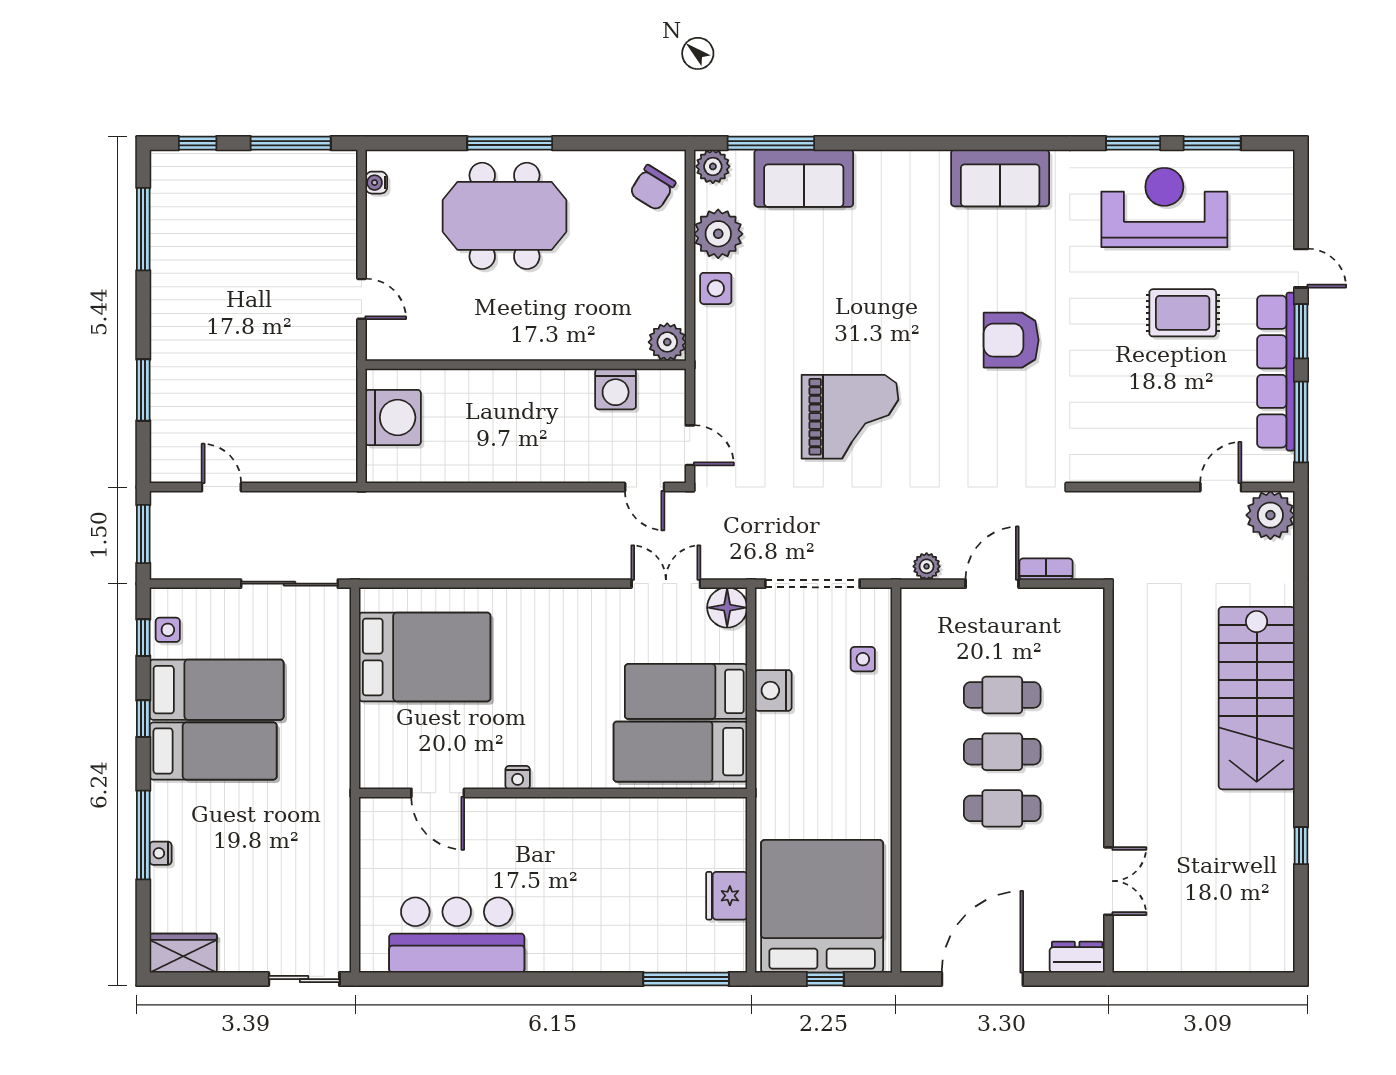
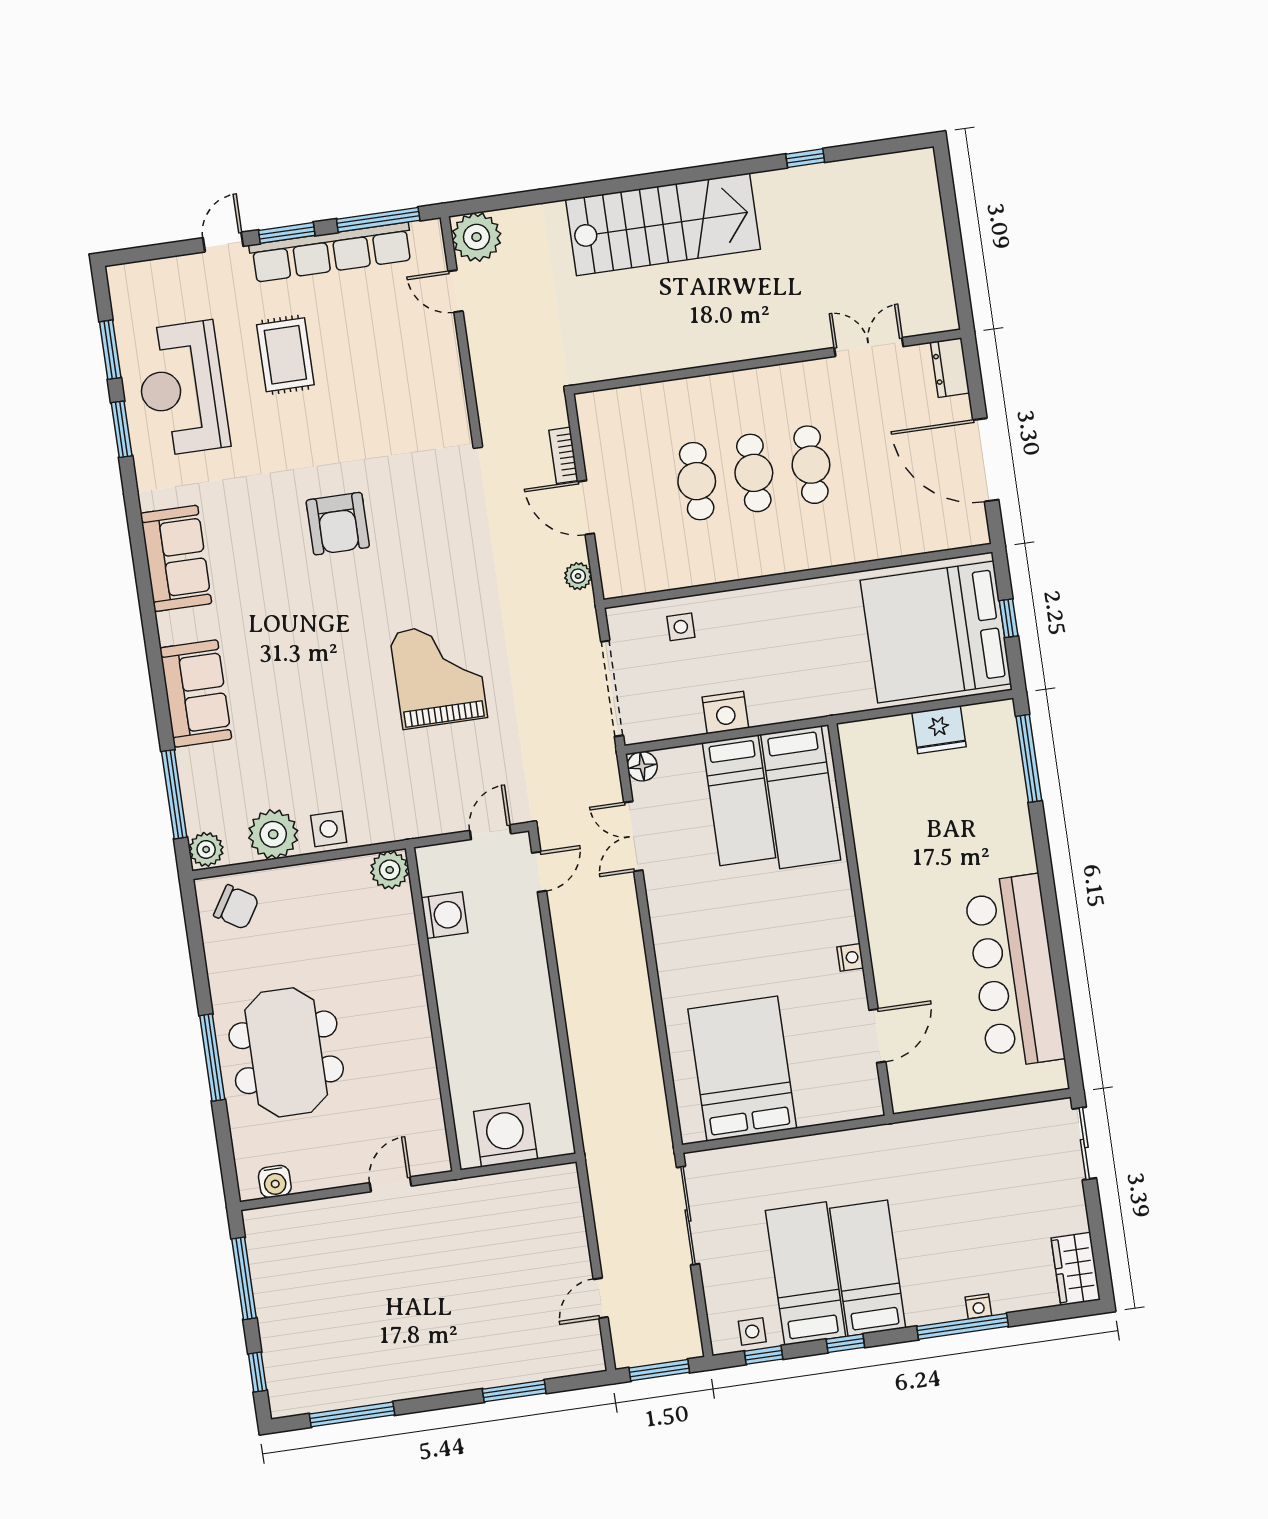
sofa: (804, 178) -> (196, 693), moved
water cooler: (376, 183) -> (275, 1181), width x1.38, depth x1.38
floor lamp: (727, 608) -> (642, 766), width x0.73, depth x0.73
bar counter: (457, 935) -> (1014, 971), width x1.36

